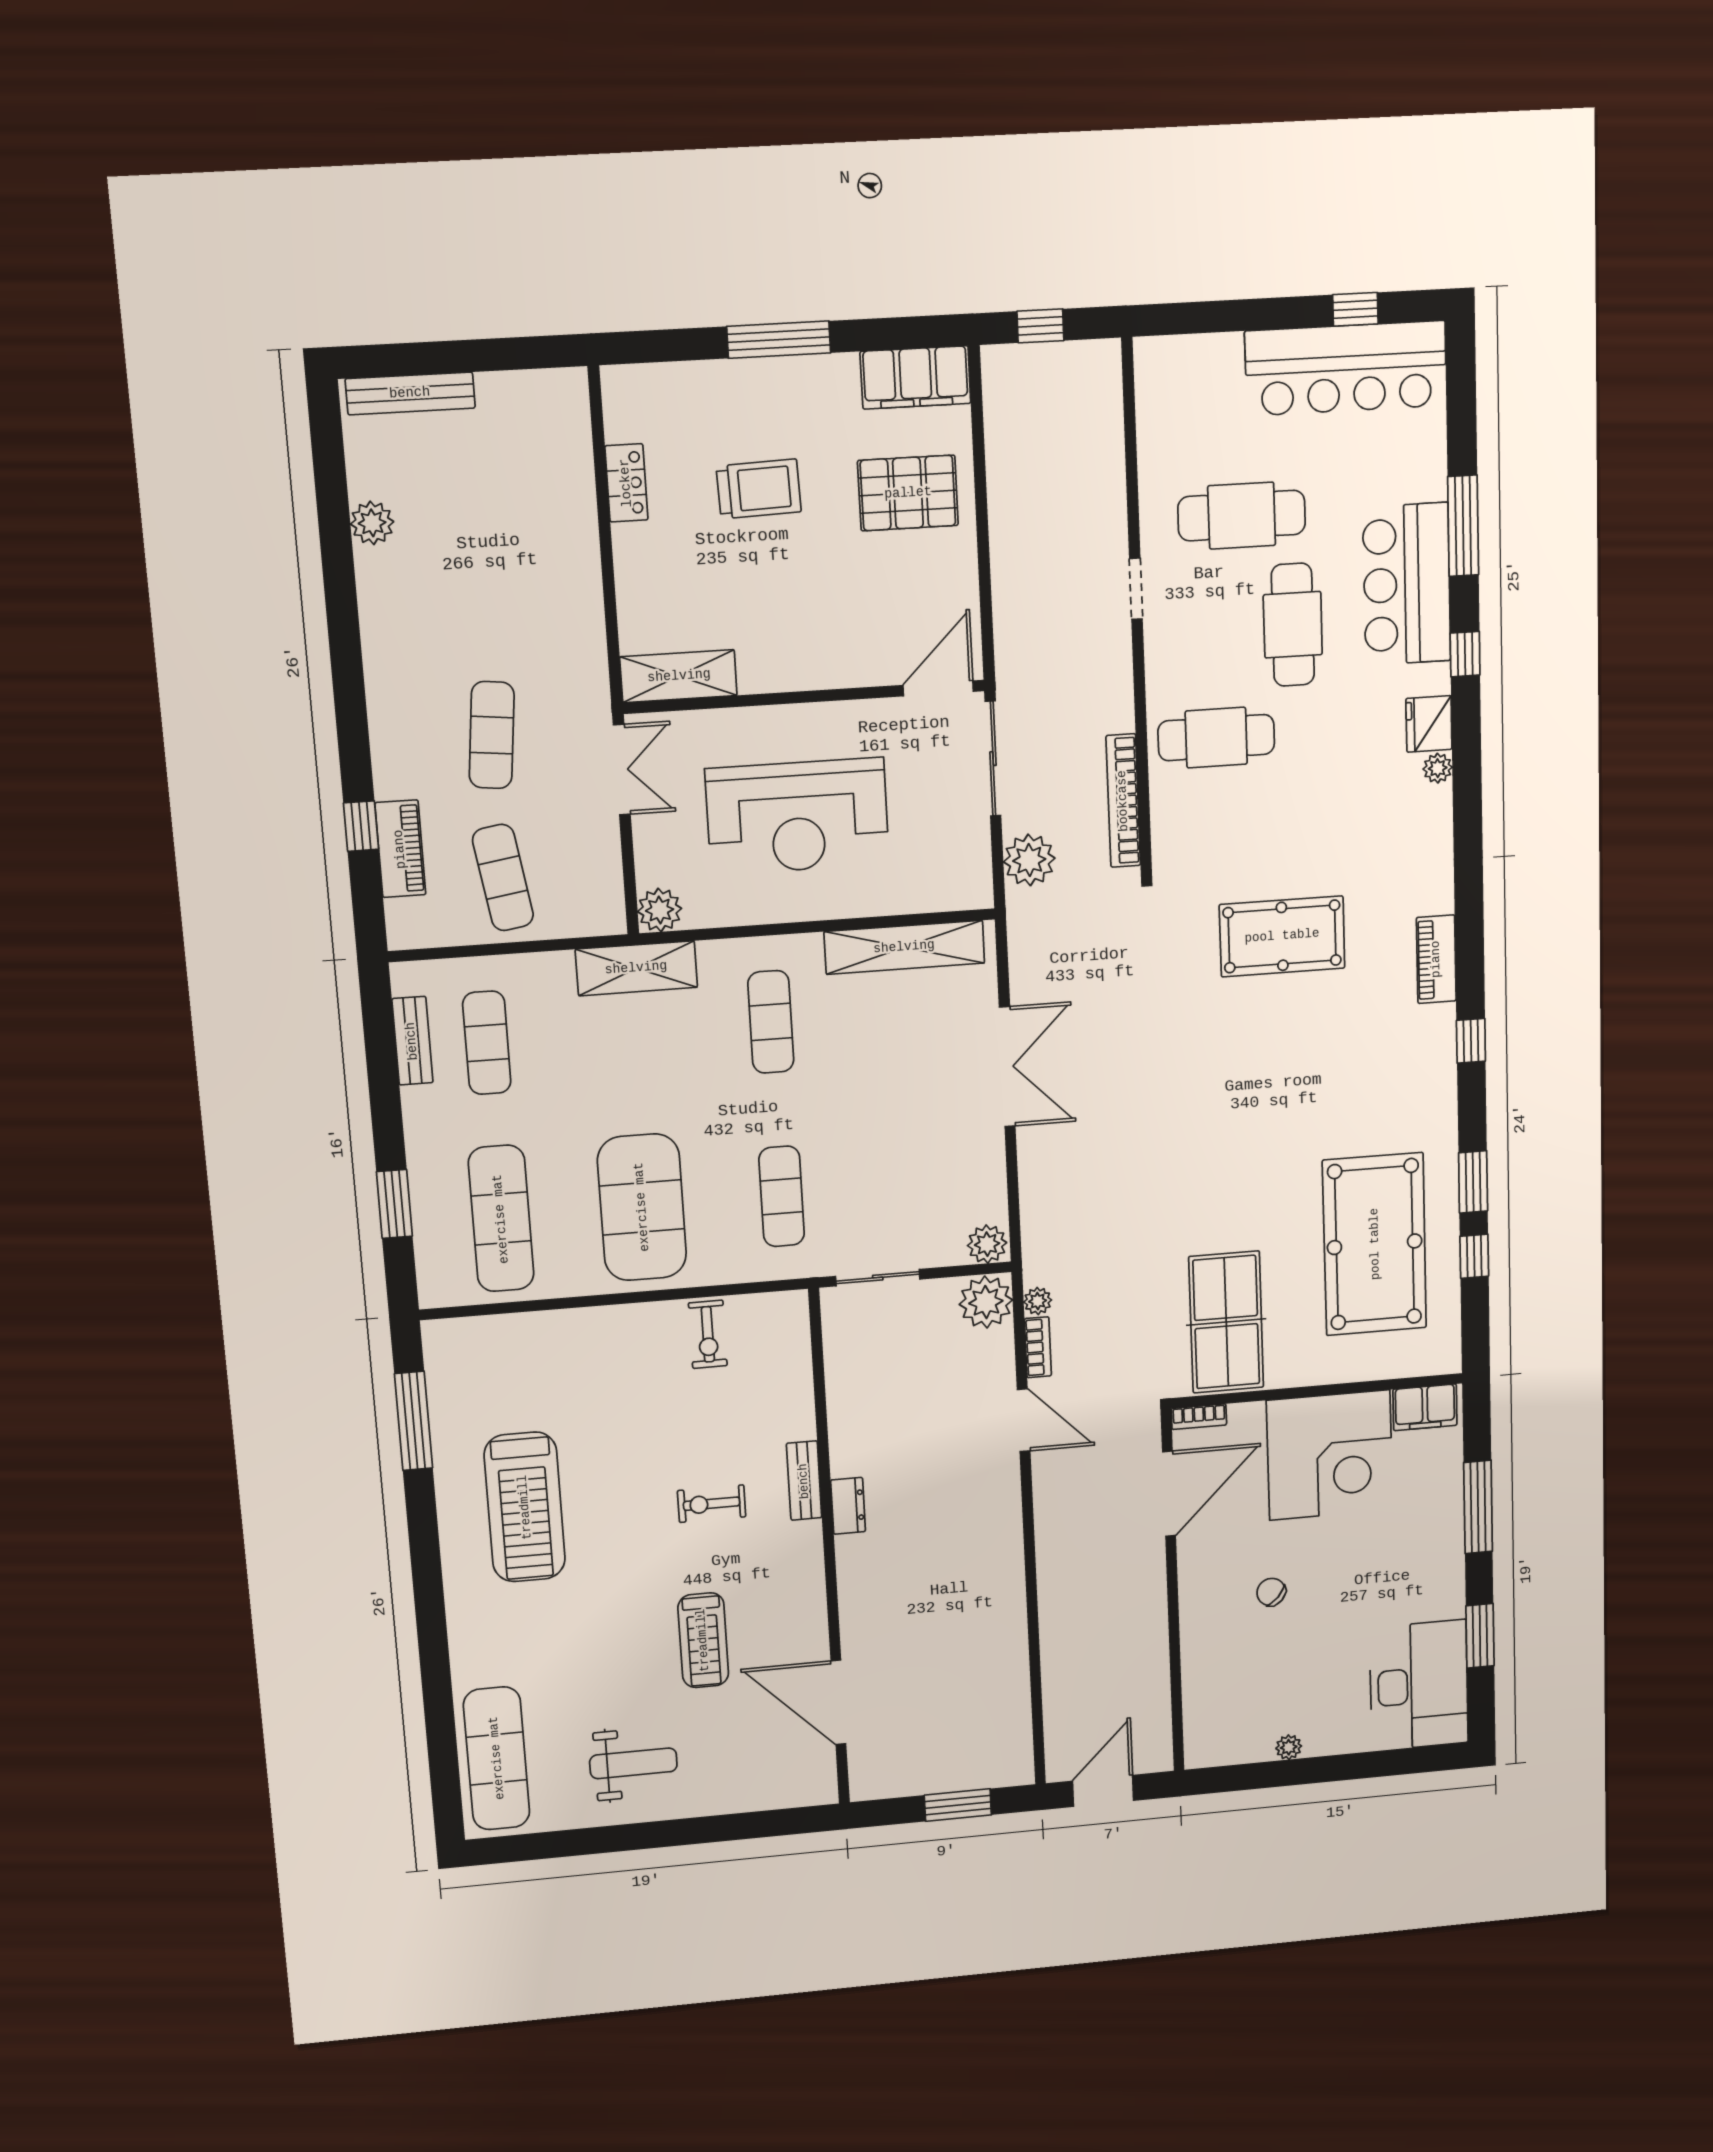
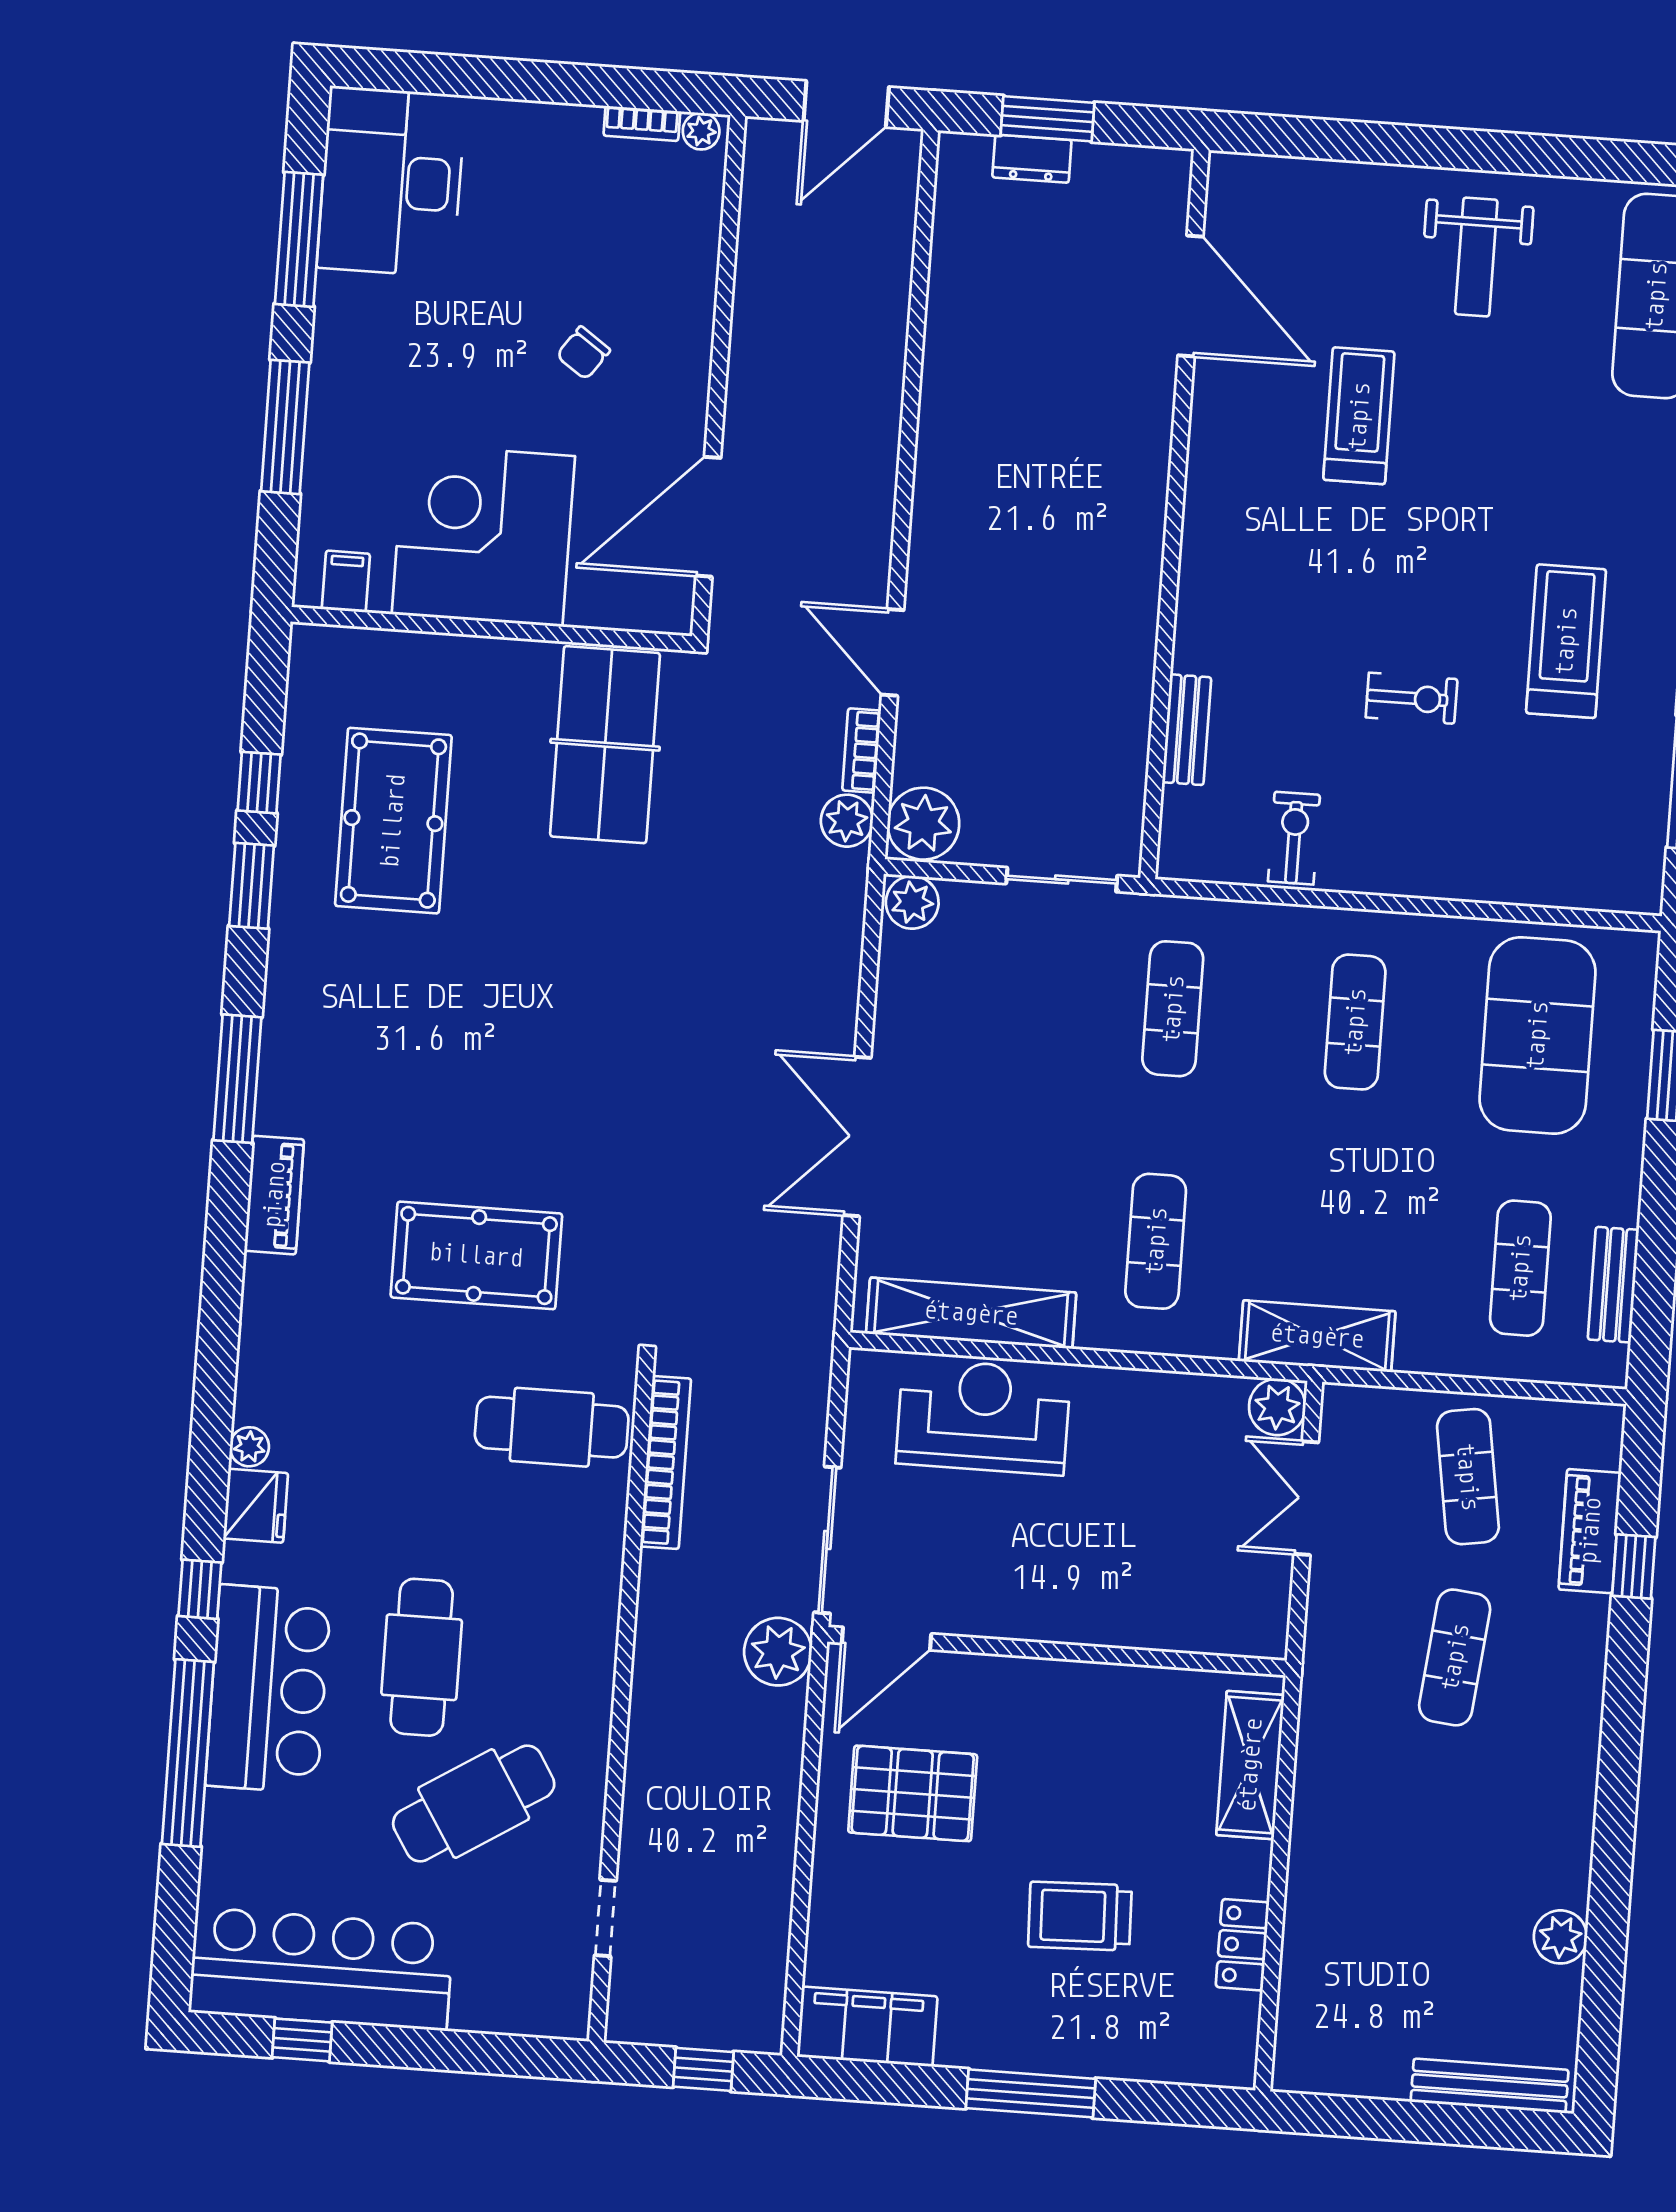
pallet: (908, 493) -> (913, 1793), moved
cafe table: (1242, 516) -> (474, 1804), turned -32
window: (1463, 526) -> (188, 1753), width x1.46
doorway: (1136, 589) -> (605, 1918), moved
shelving: (679, 676) -> (1250, 1765), moved, turned 90
cafe table: (1216, 738) -> (552, 1427), moved
double door: (622, 770) -> (1306, 1498), moved
reception desk: (797, 816) -> (983, 1417), moved, width x0.74, depth x0.77
plant: (1029, 860) -> (778, 1652), moved
window: (1471, 1041) -> (237, 1079), width x2.17
exercise mat: (642, 1207) -> (1355, 1022), width x0.50, depth x0.69
exercise mat: (501, 1219) -> (1537, 1035), width x1.47
pool table: (1375, 1244) -> (393, 821), width x0.73, depth x0.76
plant: (1038, 1301) -> (847, 821), width x1.38, depth x1.38
filing cabinet: (1425, 1407) -> (346, 581), width x0.50
bookcase: (1199, 1417) -> (642, 123), moved, turned 180
bench: (804, 1481) -> (1187, 730), moved
exercise bike: (712, 1504) -> (1412, 698), moved
dresser: (848, 1506) -> (1032, 159), moved, turned -90
treadmill: (525, 1507) -> (1566, 641), width x0.73, depth x0.73
chair: (1271, 1592) -> (583, 353), turned 83
window: (1480, 1636) -> (299, 239), width x1.44
plant: (1289, 1747) -> (701, 131), moved
weight bench: (633, 1763) -> (1476, 257), turned -90

